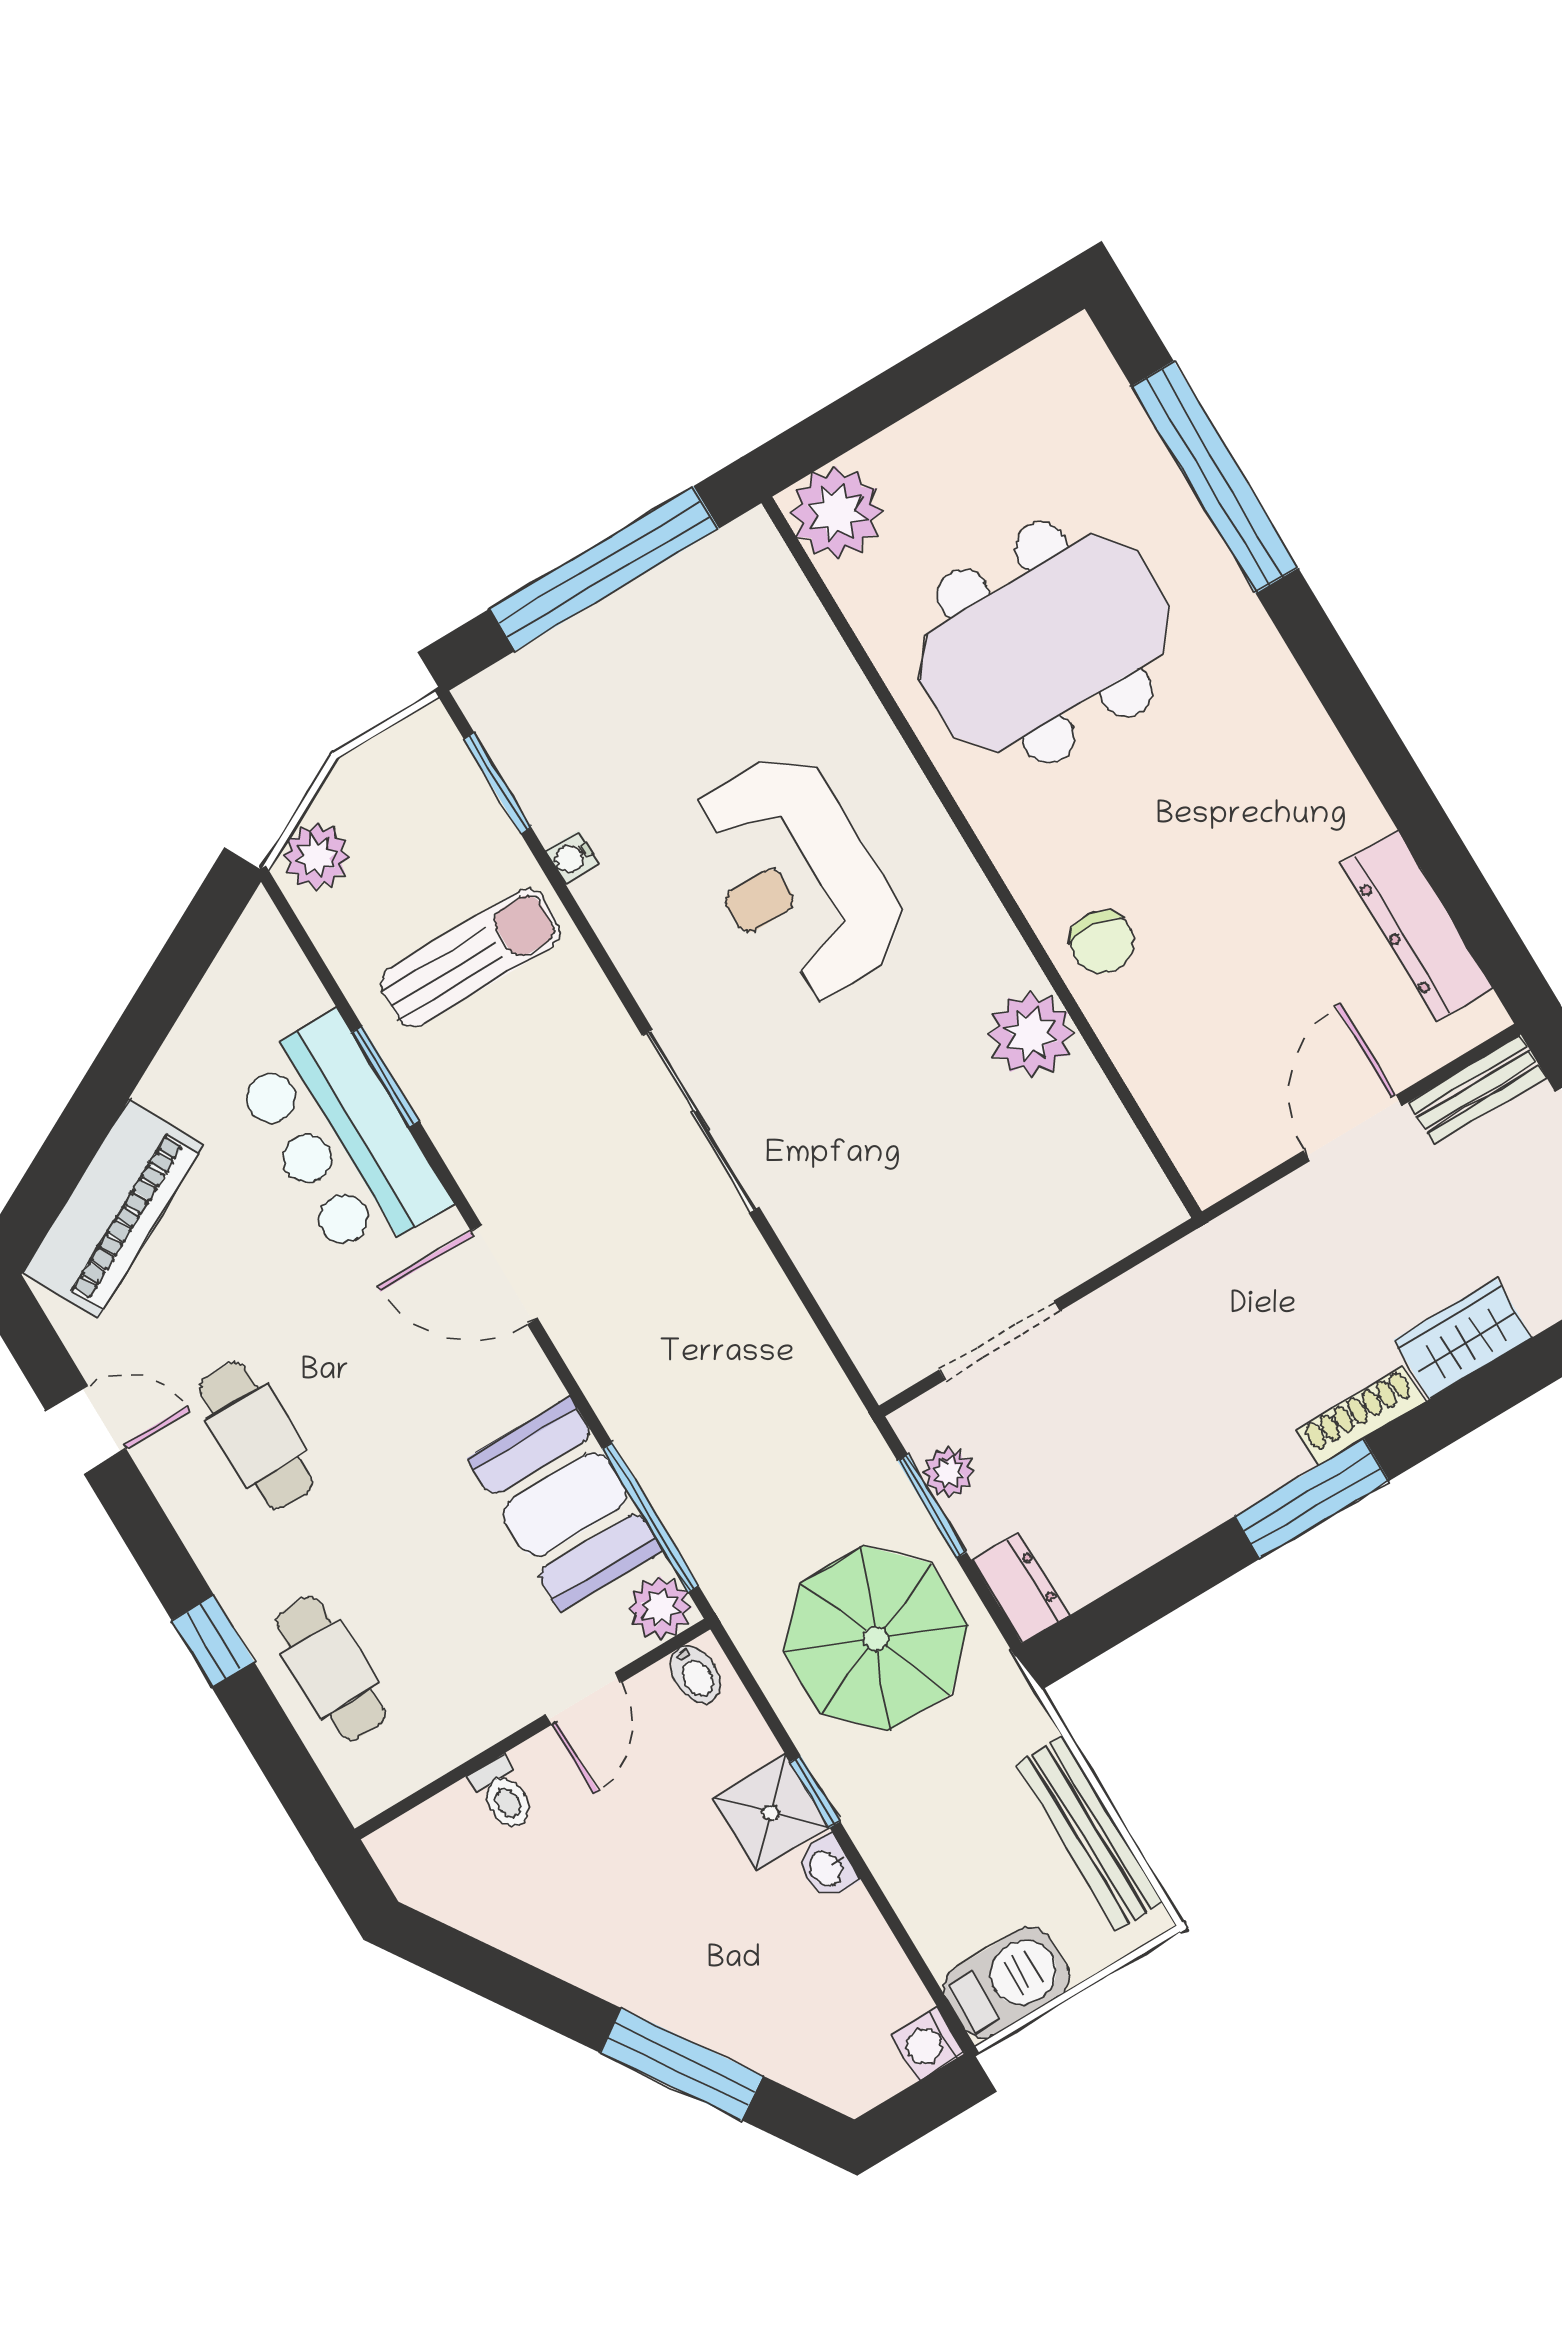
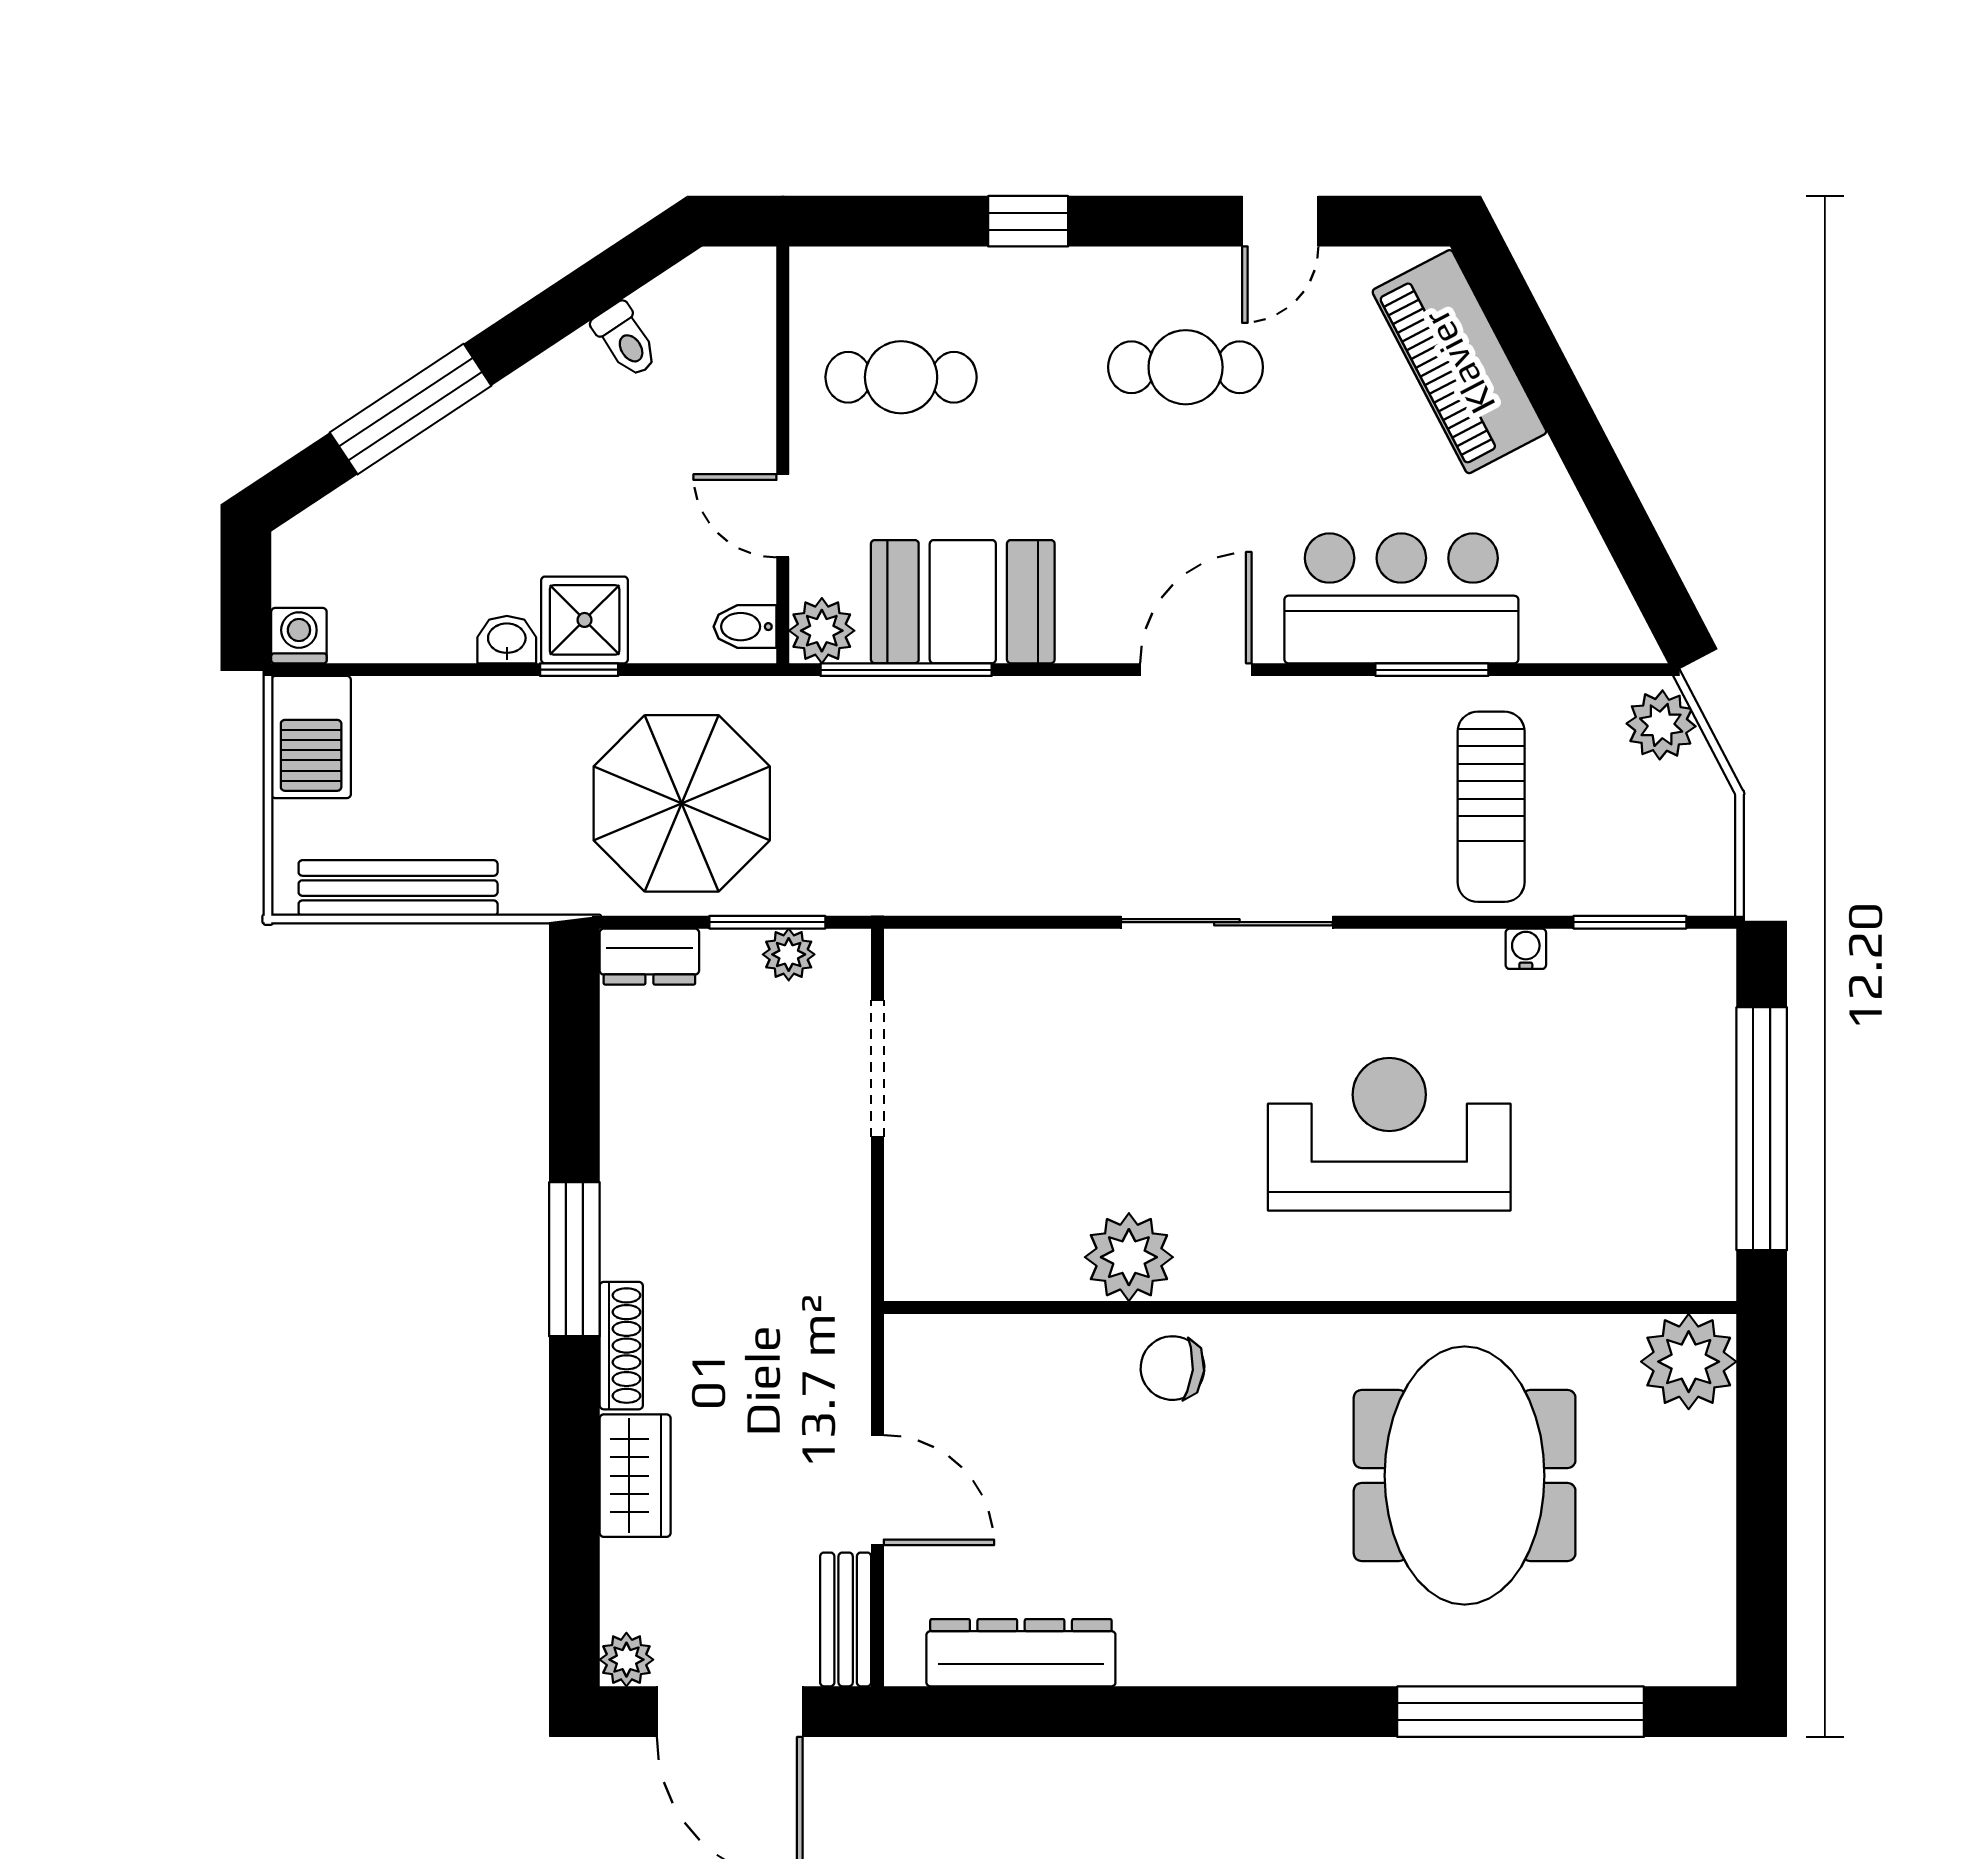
cafe table: (330, 1668) -> (901, 377), moved
toilet: (503, 1795) -> (626, 340), moved, turned -123

